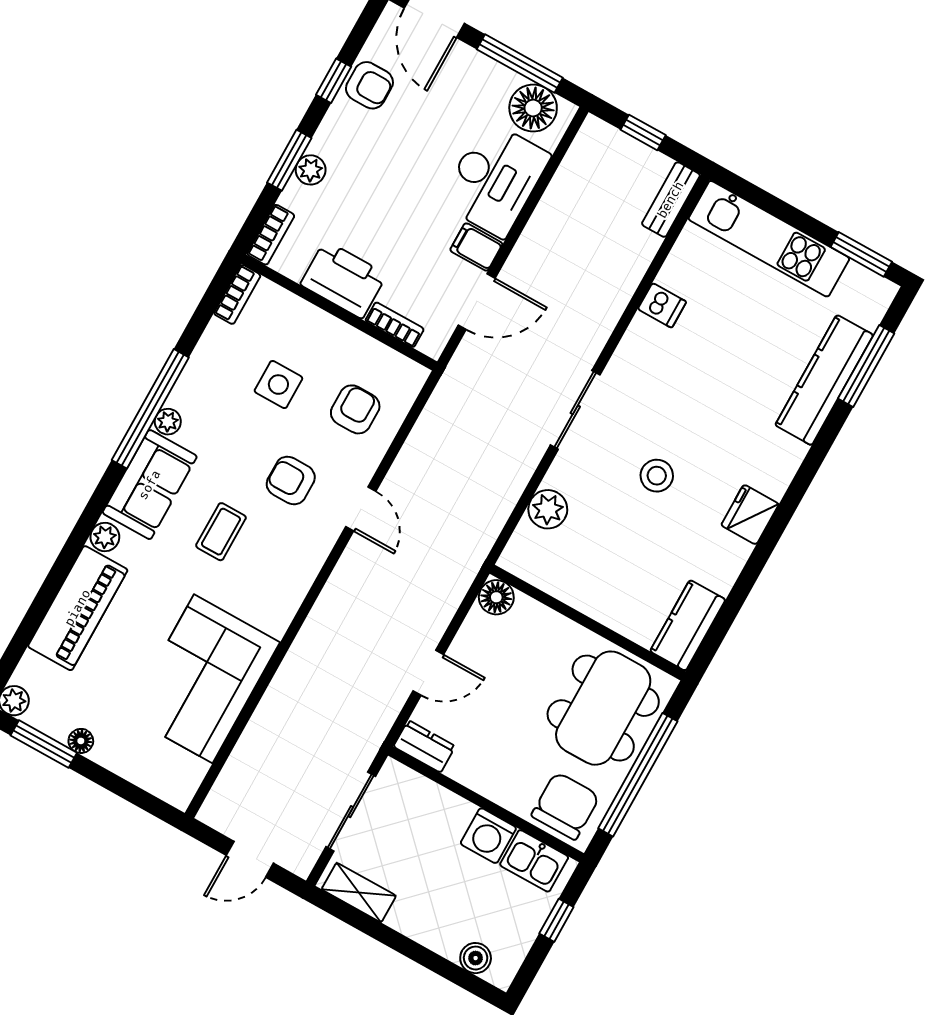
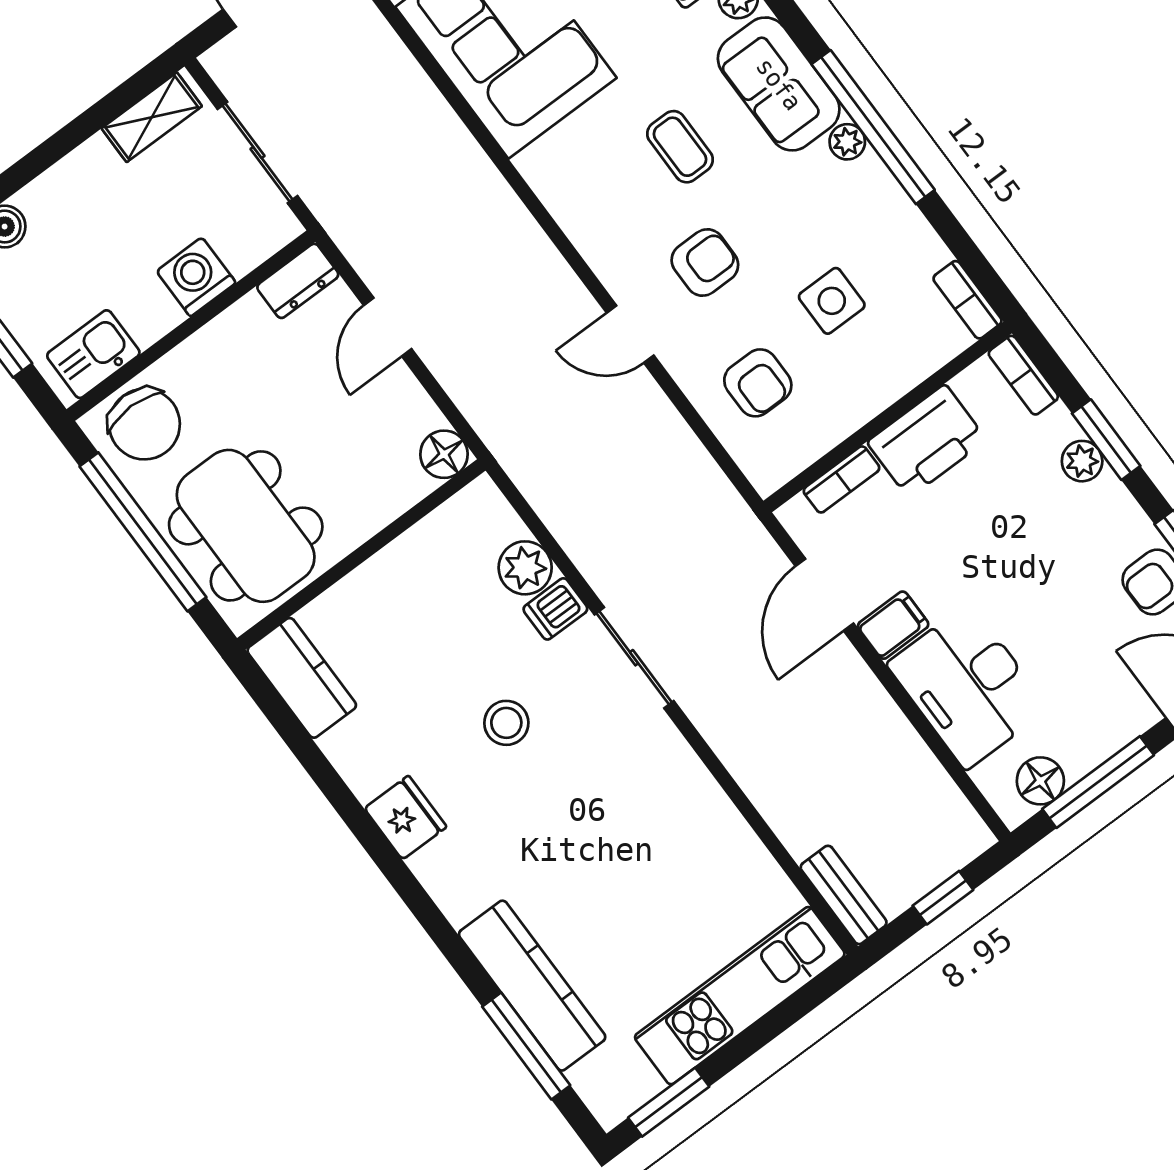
floor lamp: (533, 108) -> (1040, 781), width x0.73, depth x0.73
dishwasher: (662, 305) -> (555, 609), moved
washing machine: (488, 836) -> (196, 277), moved

